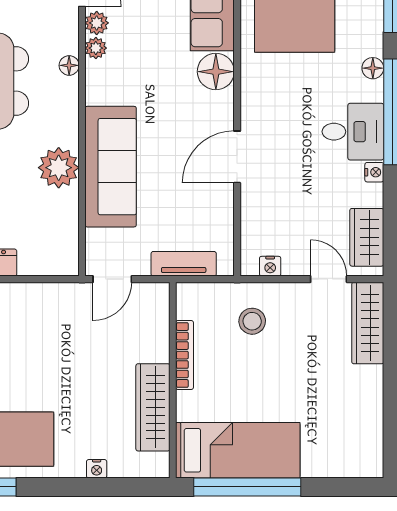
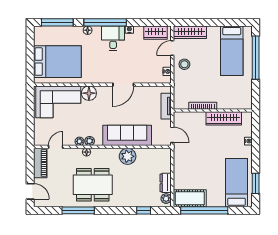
plant: (97, 23) -> (90, 141), moved
door: (237, 157) -> (123, 85), hinge flipped
stool: (252, 321) -> (184, 64), moved
bed: (238, 450) -> (232, 51), moved, turned 180
window: (247, 487) -> (256, 58), moved

